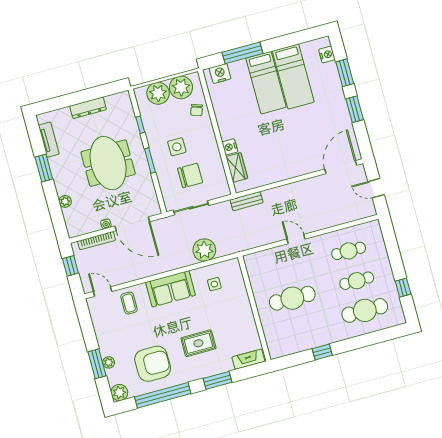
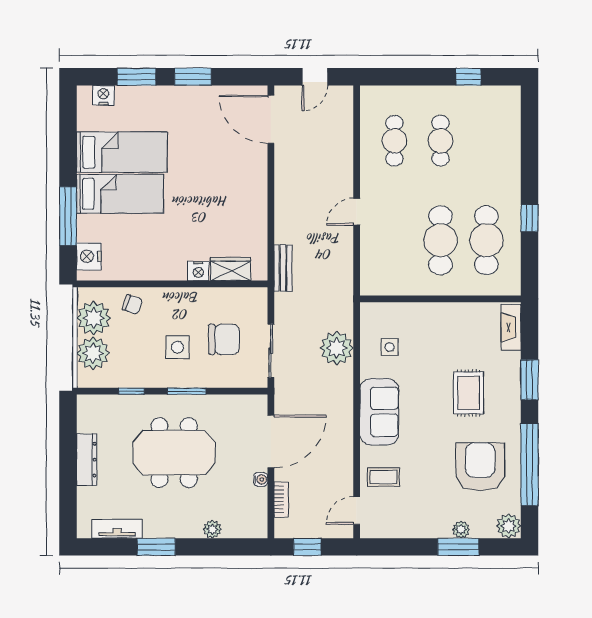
chair: (190, 176) -> (224, 339), turned 90
bookcase: (96, 241) -> (281, 499), width x0.64
cafe table: (365, 310) -> (486, 240), moved

